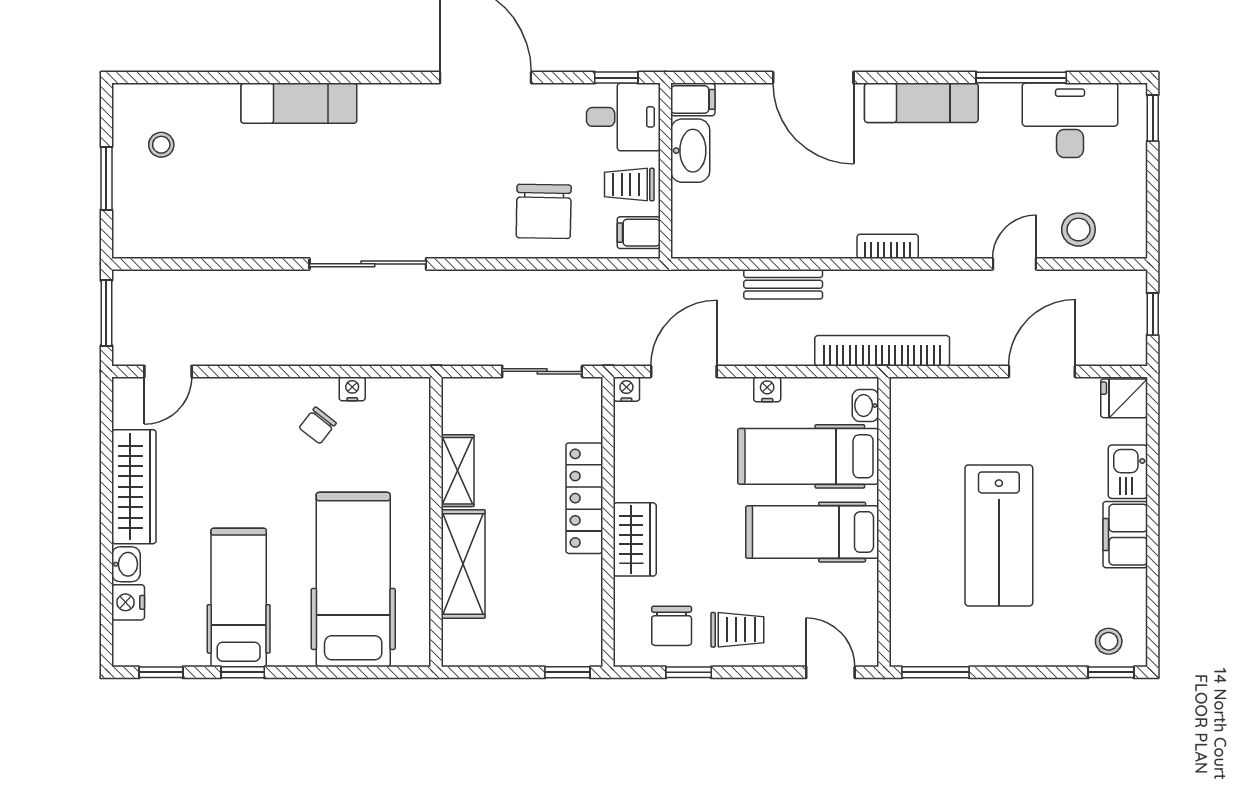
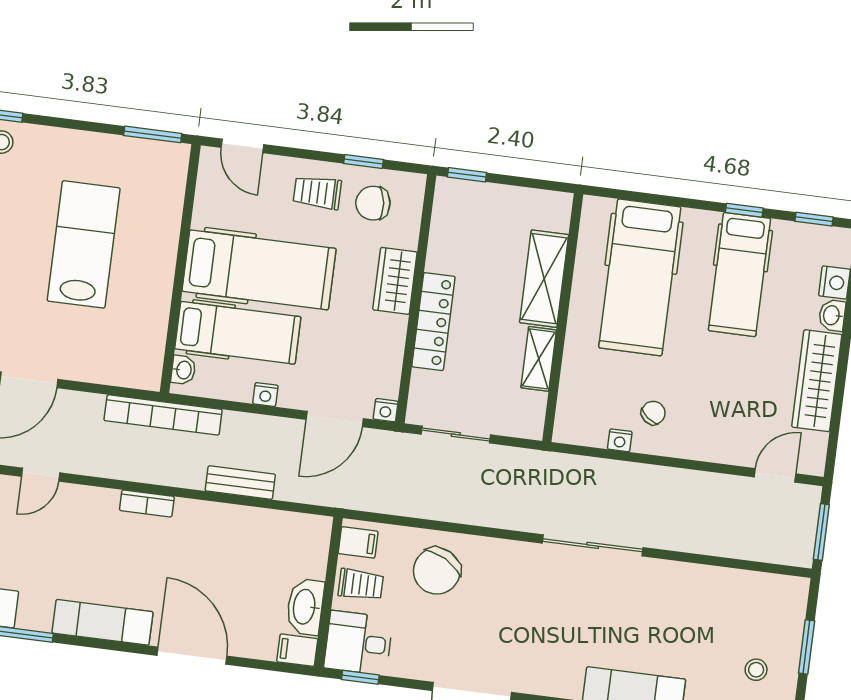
chair: (544, 211) -> (437, 571), turned -152
hospital bed: (812, 532) -> (259, 270), width x1.37, depth x1.29
chair: (672, 626) -> (373, 203), turned -97

